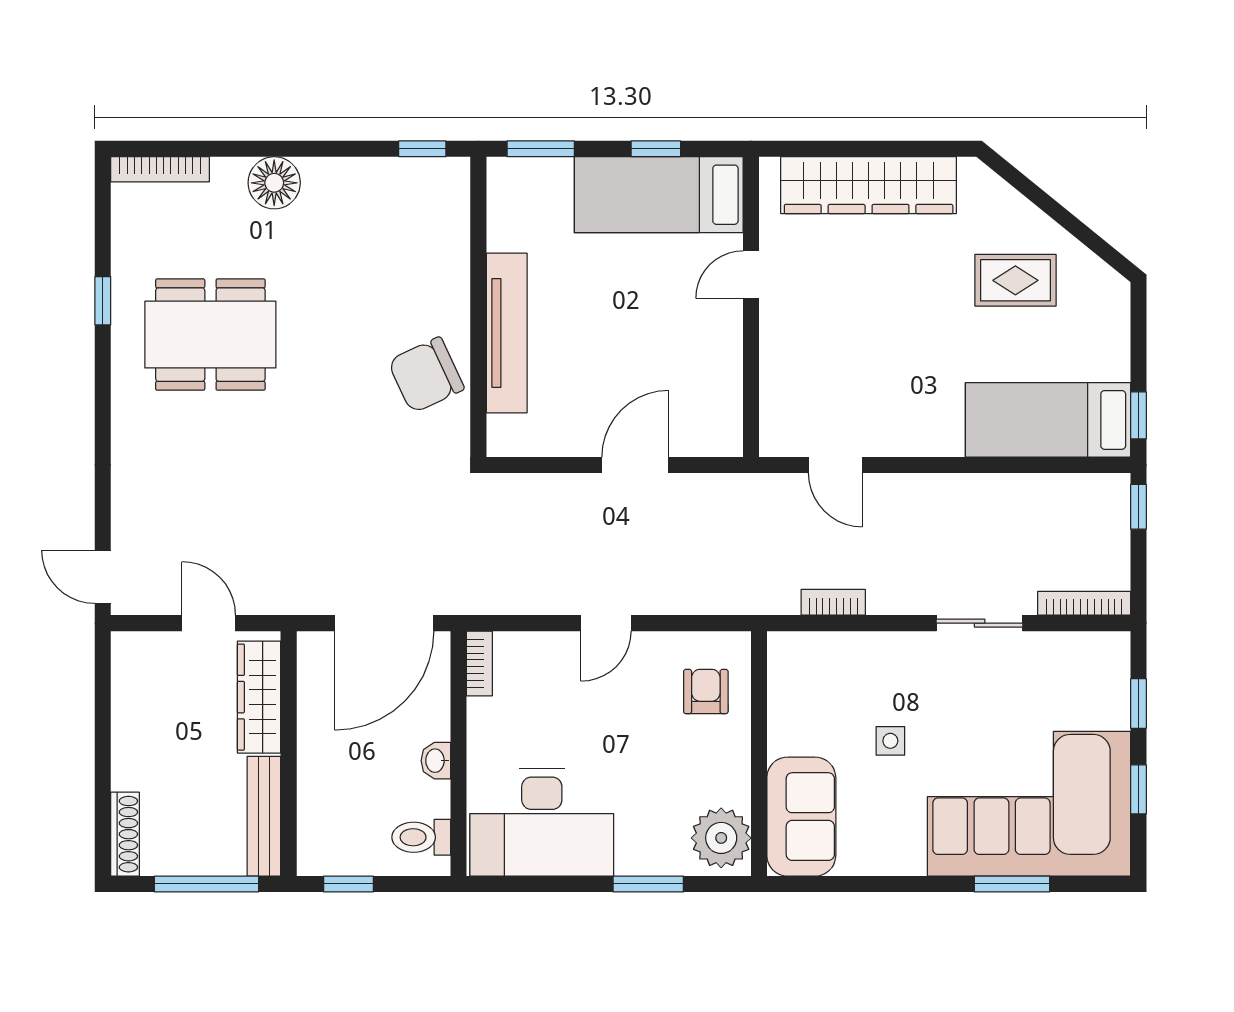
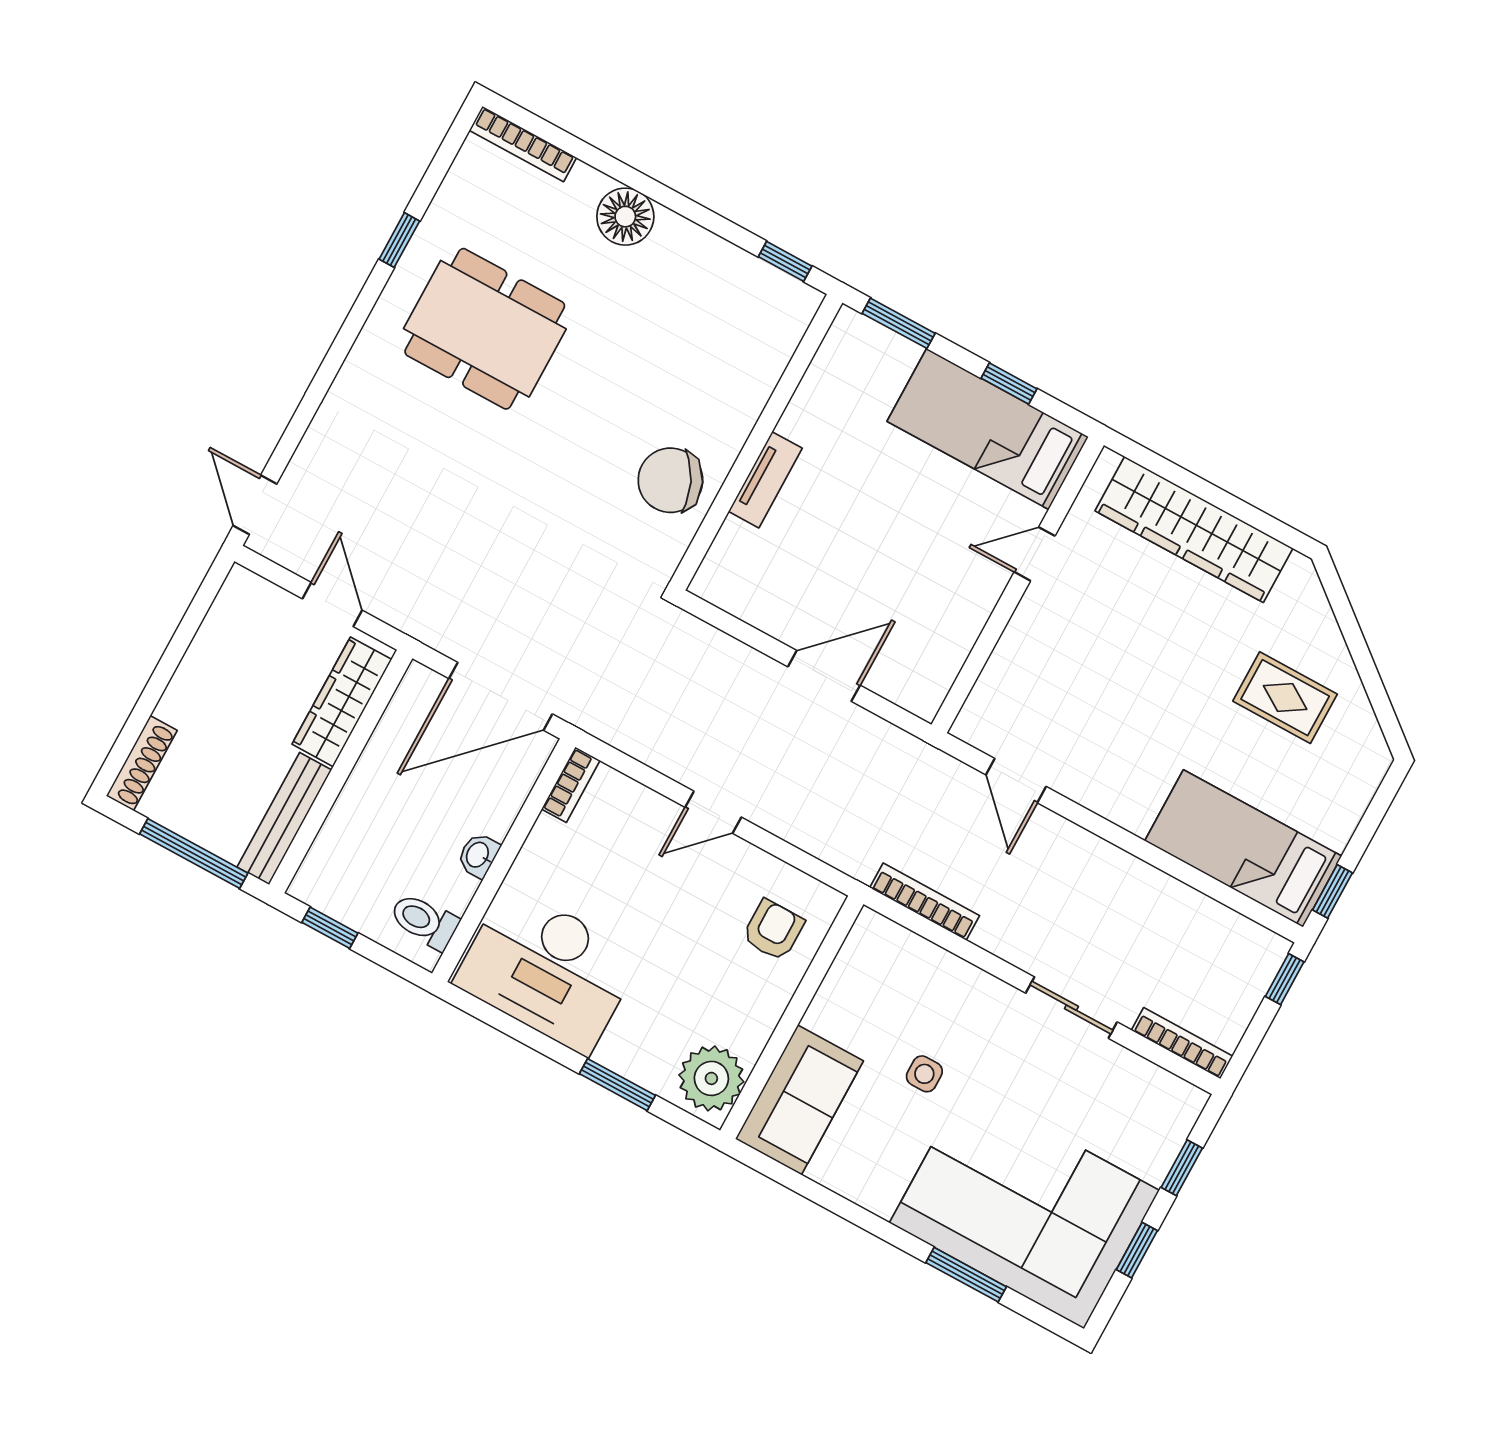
tv unit: (507, 333) -> (765, 480), width x0.52, depth x0.78
bookcase: (833, 602) -> (925, 902), width x1.56

